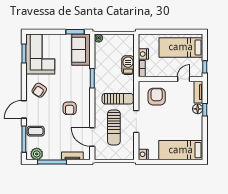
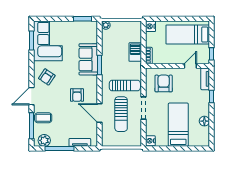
sofa: (81, 50) -> (88, 59), moved
nightstand: (143, 54) -> (150, 26), moved
floor lamp: (198, 109) -> (204, 121), moved
door: (92, 137) -> (99, 113), moved
bed: (181, 150) -> (178, 125), moved, turned 90

